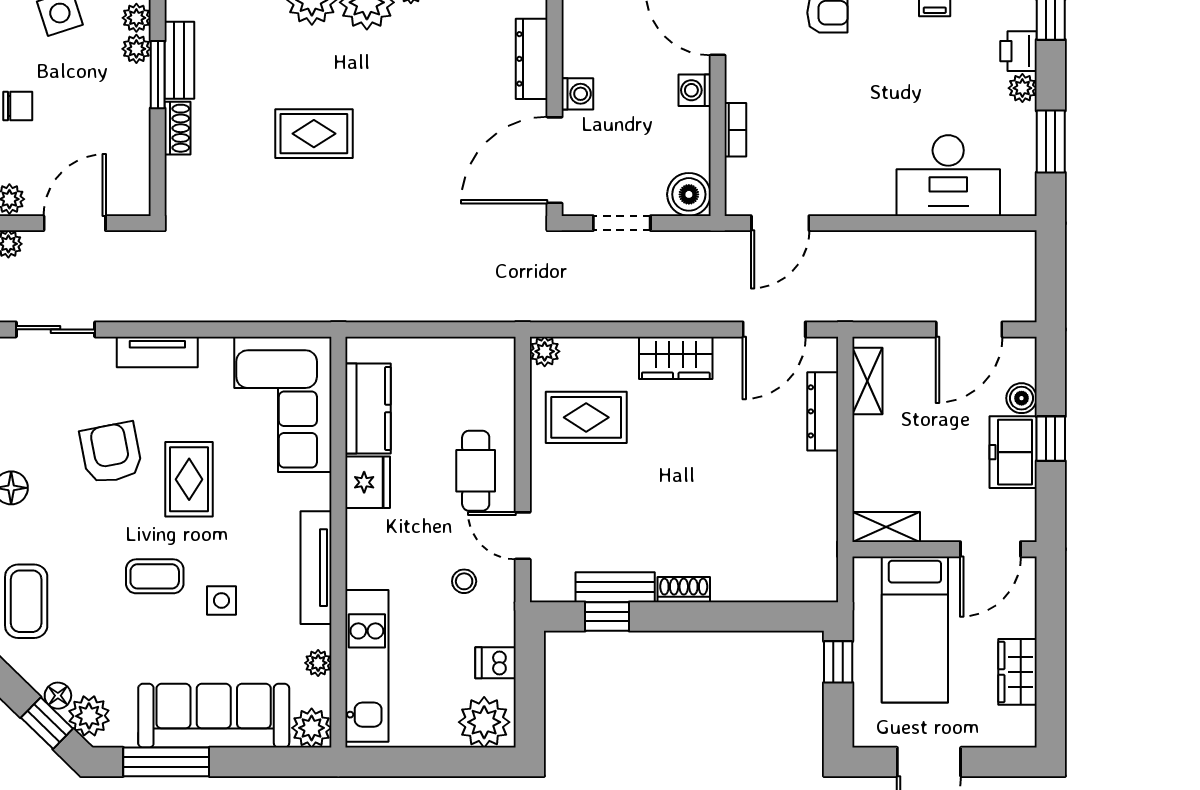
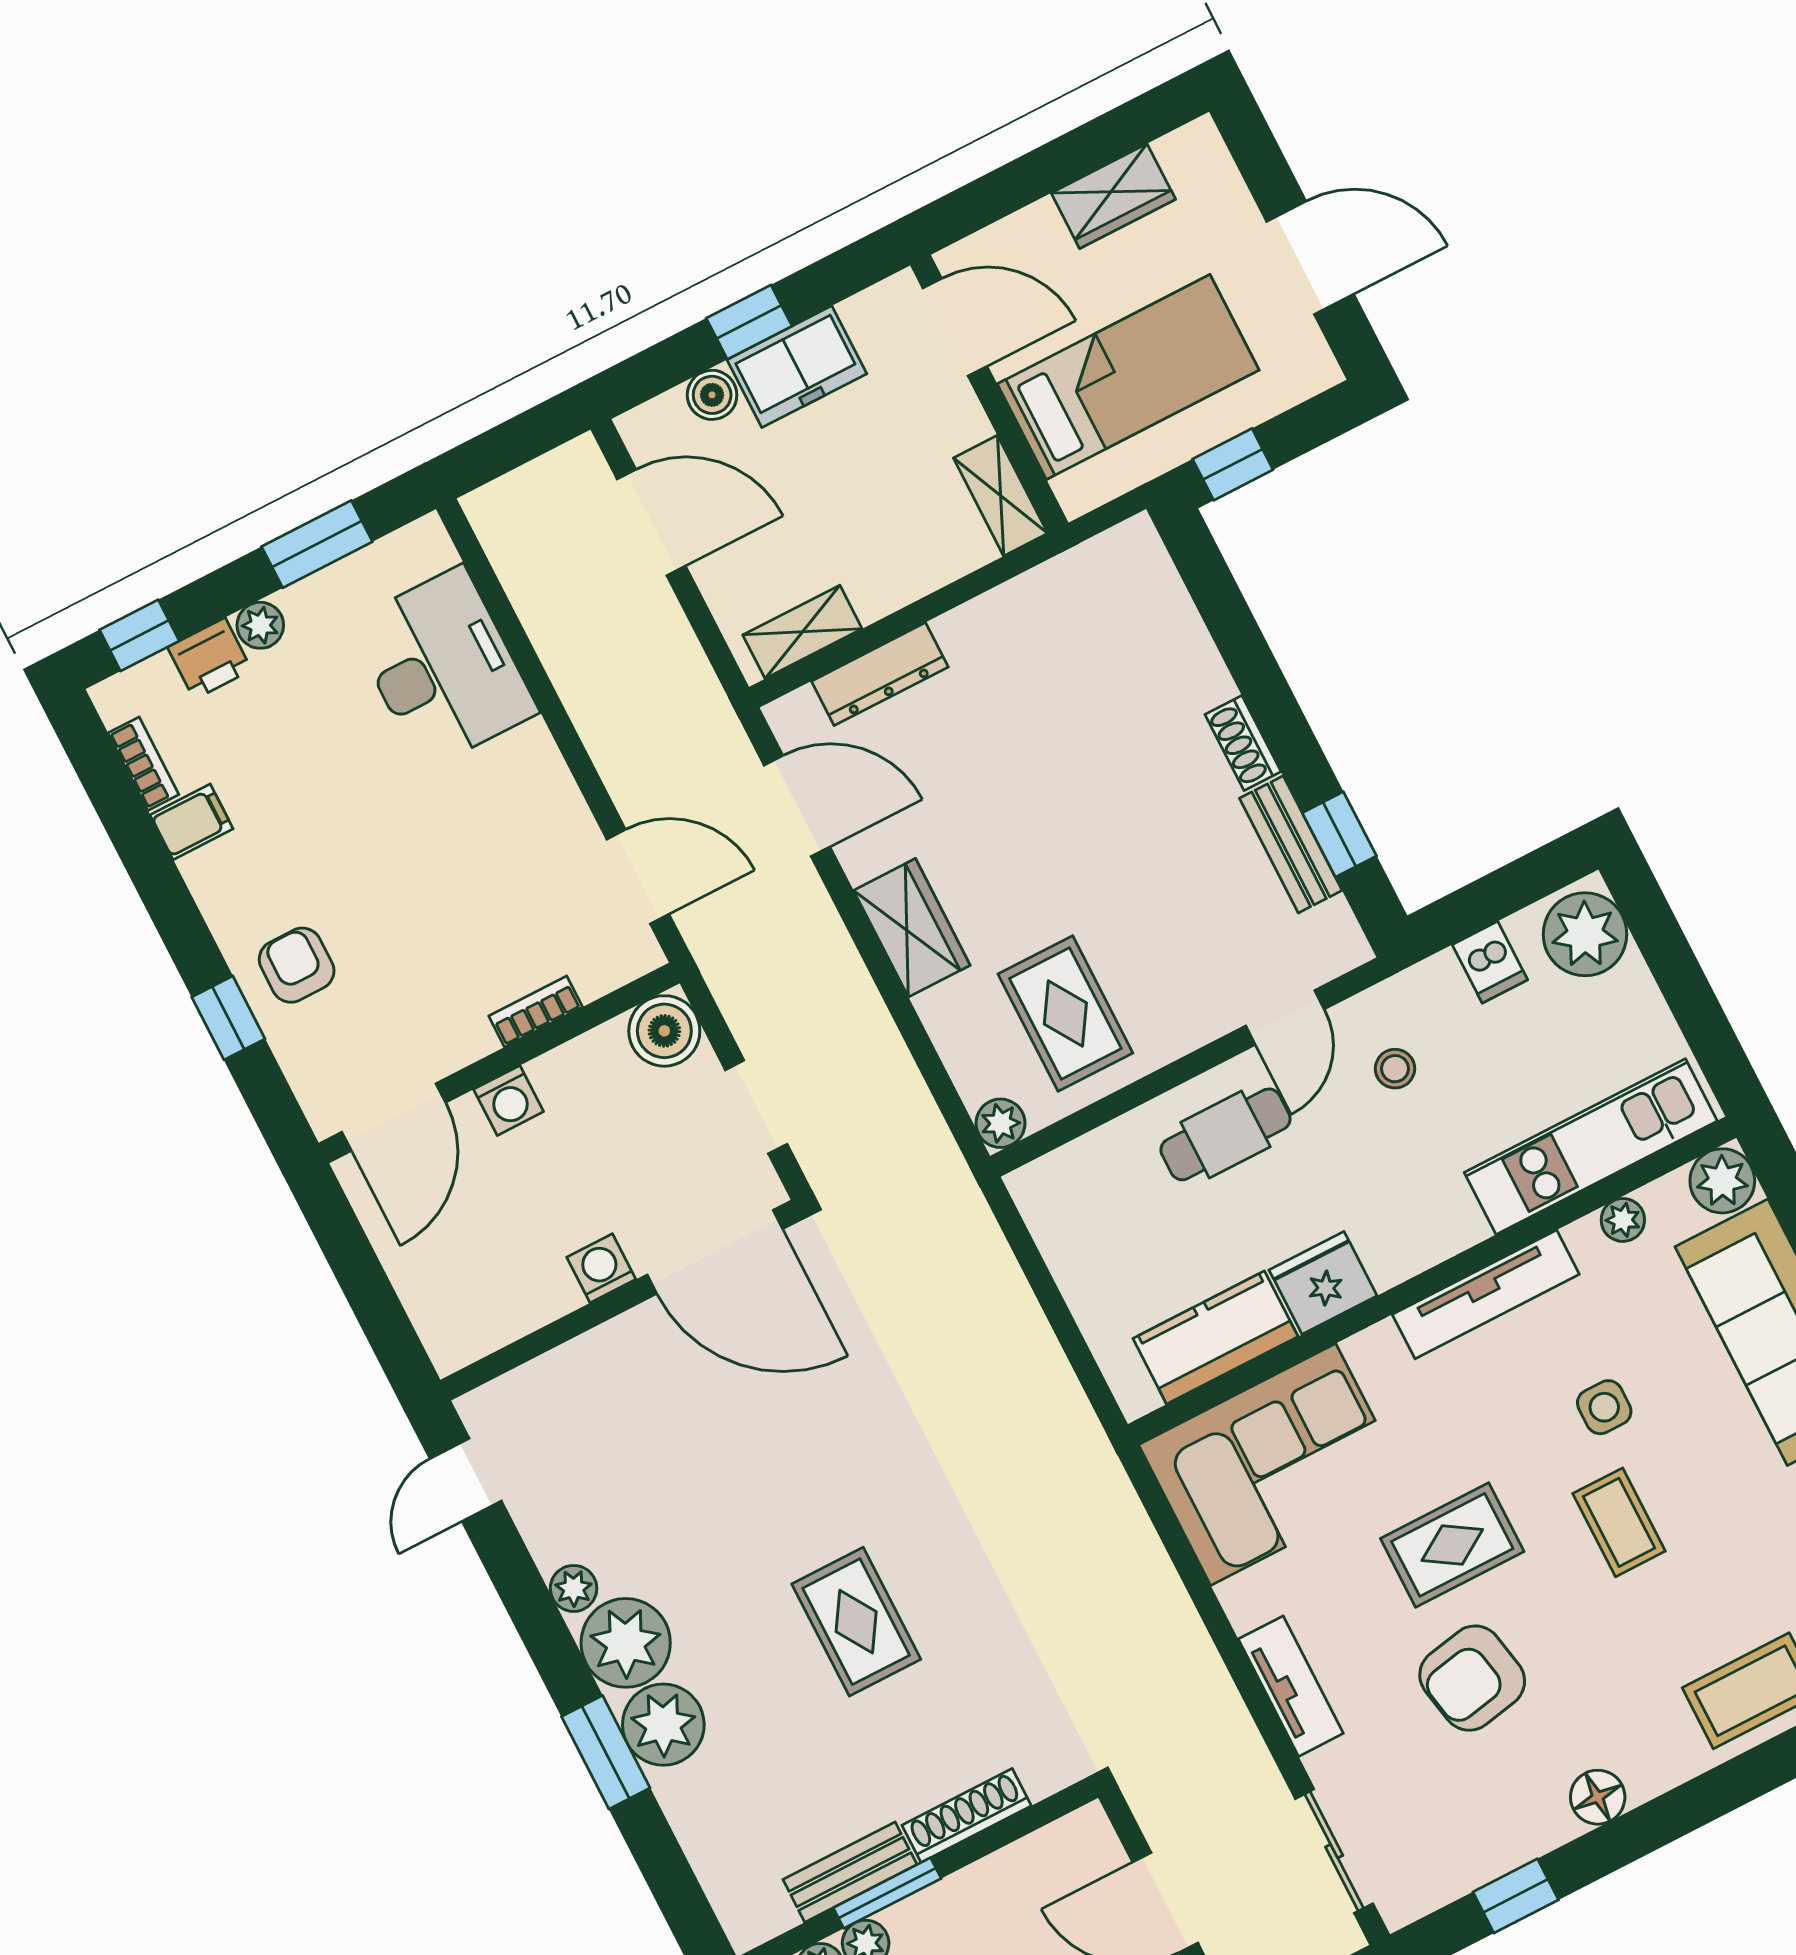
dresser: (532, 59) -> (585, 1361), removed
shoe rack: (178, 128) -> (967, 1815), width x1.43

